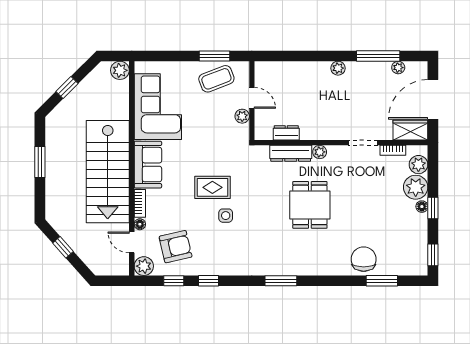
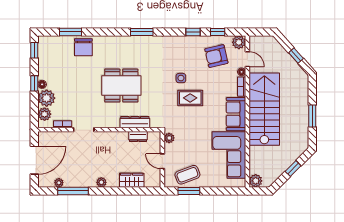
plant: (242, 116) -> (169, 138), moved
wardrobe: (410, 130) -> (132, 180), moved, turned 180
plant: (320, 152) -> (114, 123), removed
dining table: (310, 205) -> (121, 86), width x1.38

